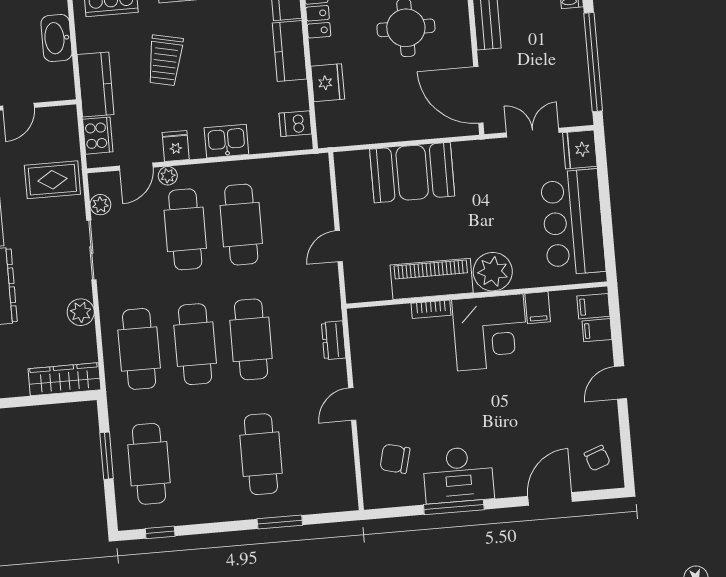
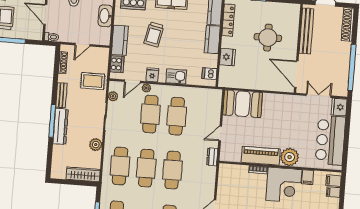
booth: (412, 173) -> (243, 104), moved
dresser: (334, 340) -> (212, 157), moved

